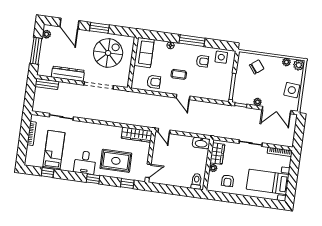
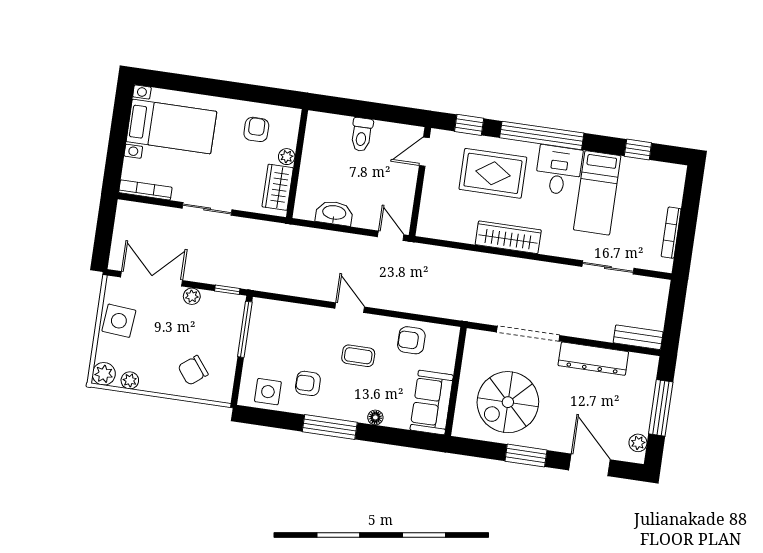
wardrobe: (137, 135) -> (508, 237), moved
washbasin: (201, 143) -> (334, 213), moved
bed: (54, 150) -> (597, 193), moved
window: (93, 179) -> (542, 135), width x3.17
toilet: (196, 181) -> (362, 135), moved

